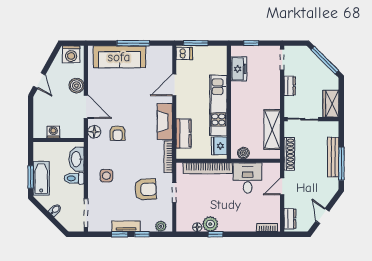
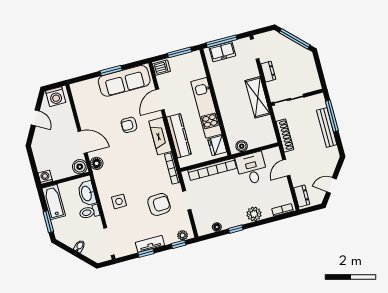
window: (133, 43) -> (111, 71), width x0.69
window: (196, 43) -> (179, 52), moved
window: (251, 43) -> (222, 41), width x2.17
sofa: (119, 57) -> (124, 81), moved
freezer: (239, 69) -> (222, 52), moved, turned 90
door: (39, 81) -> (35, 118), moved
boiler: (76, 86) -> (80, 167), moved
wardrobe: (331, 104) -> (311, 78), removed
shelving: (272, 130) -> (258, 97), moved
washing machine: (53, 132) -> (45, 177), moved
armchair: (118, 133) -> (129, 125), moved, turned 90
kitchen counter: (184, 133) -> (179, 136), width x1.50
window: (341, 164) -> (332, 116), moved
bathtub: (41, 178) -> (54, 202), moved
door: (322, 216) -> (331, 185), hinge flipped
plant: (210, 224) -> (254, 214), moved
window: (142, 234) -> (179, 244), moved

